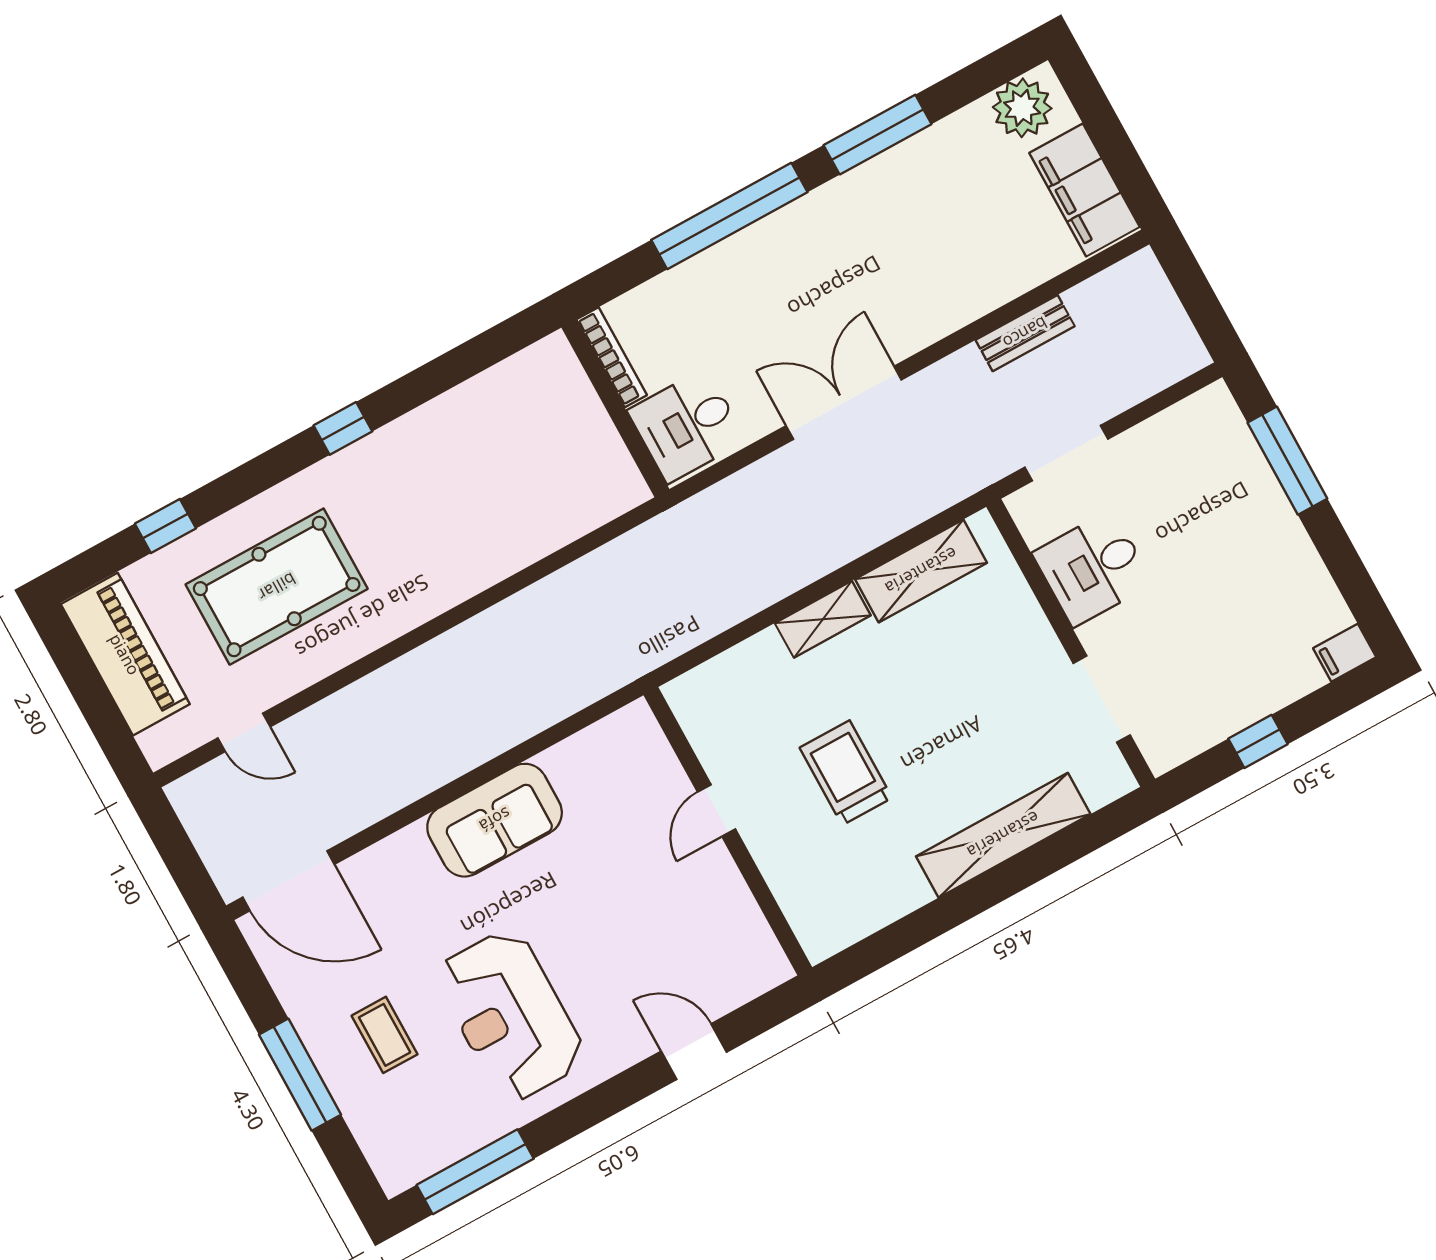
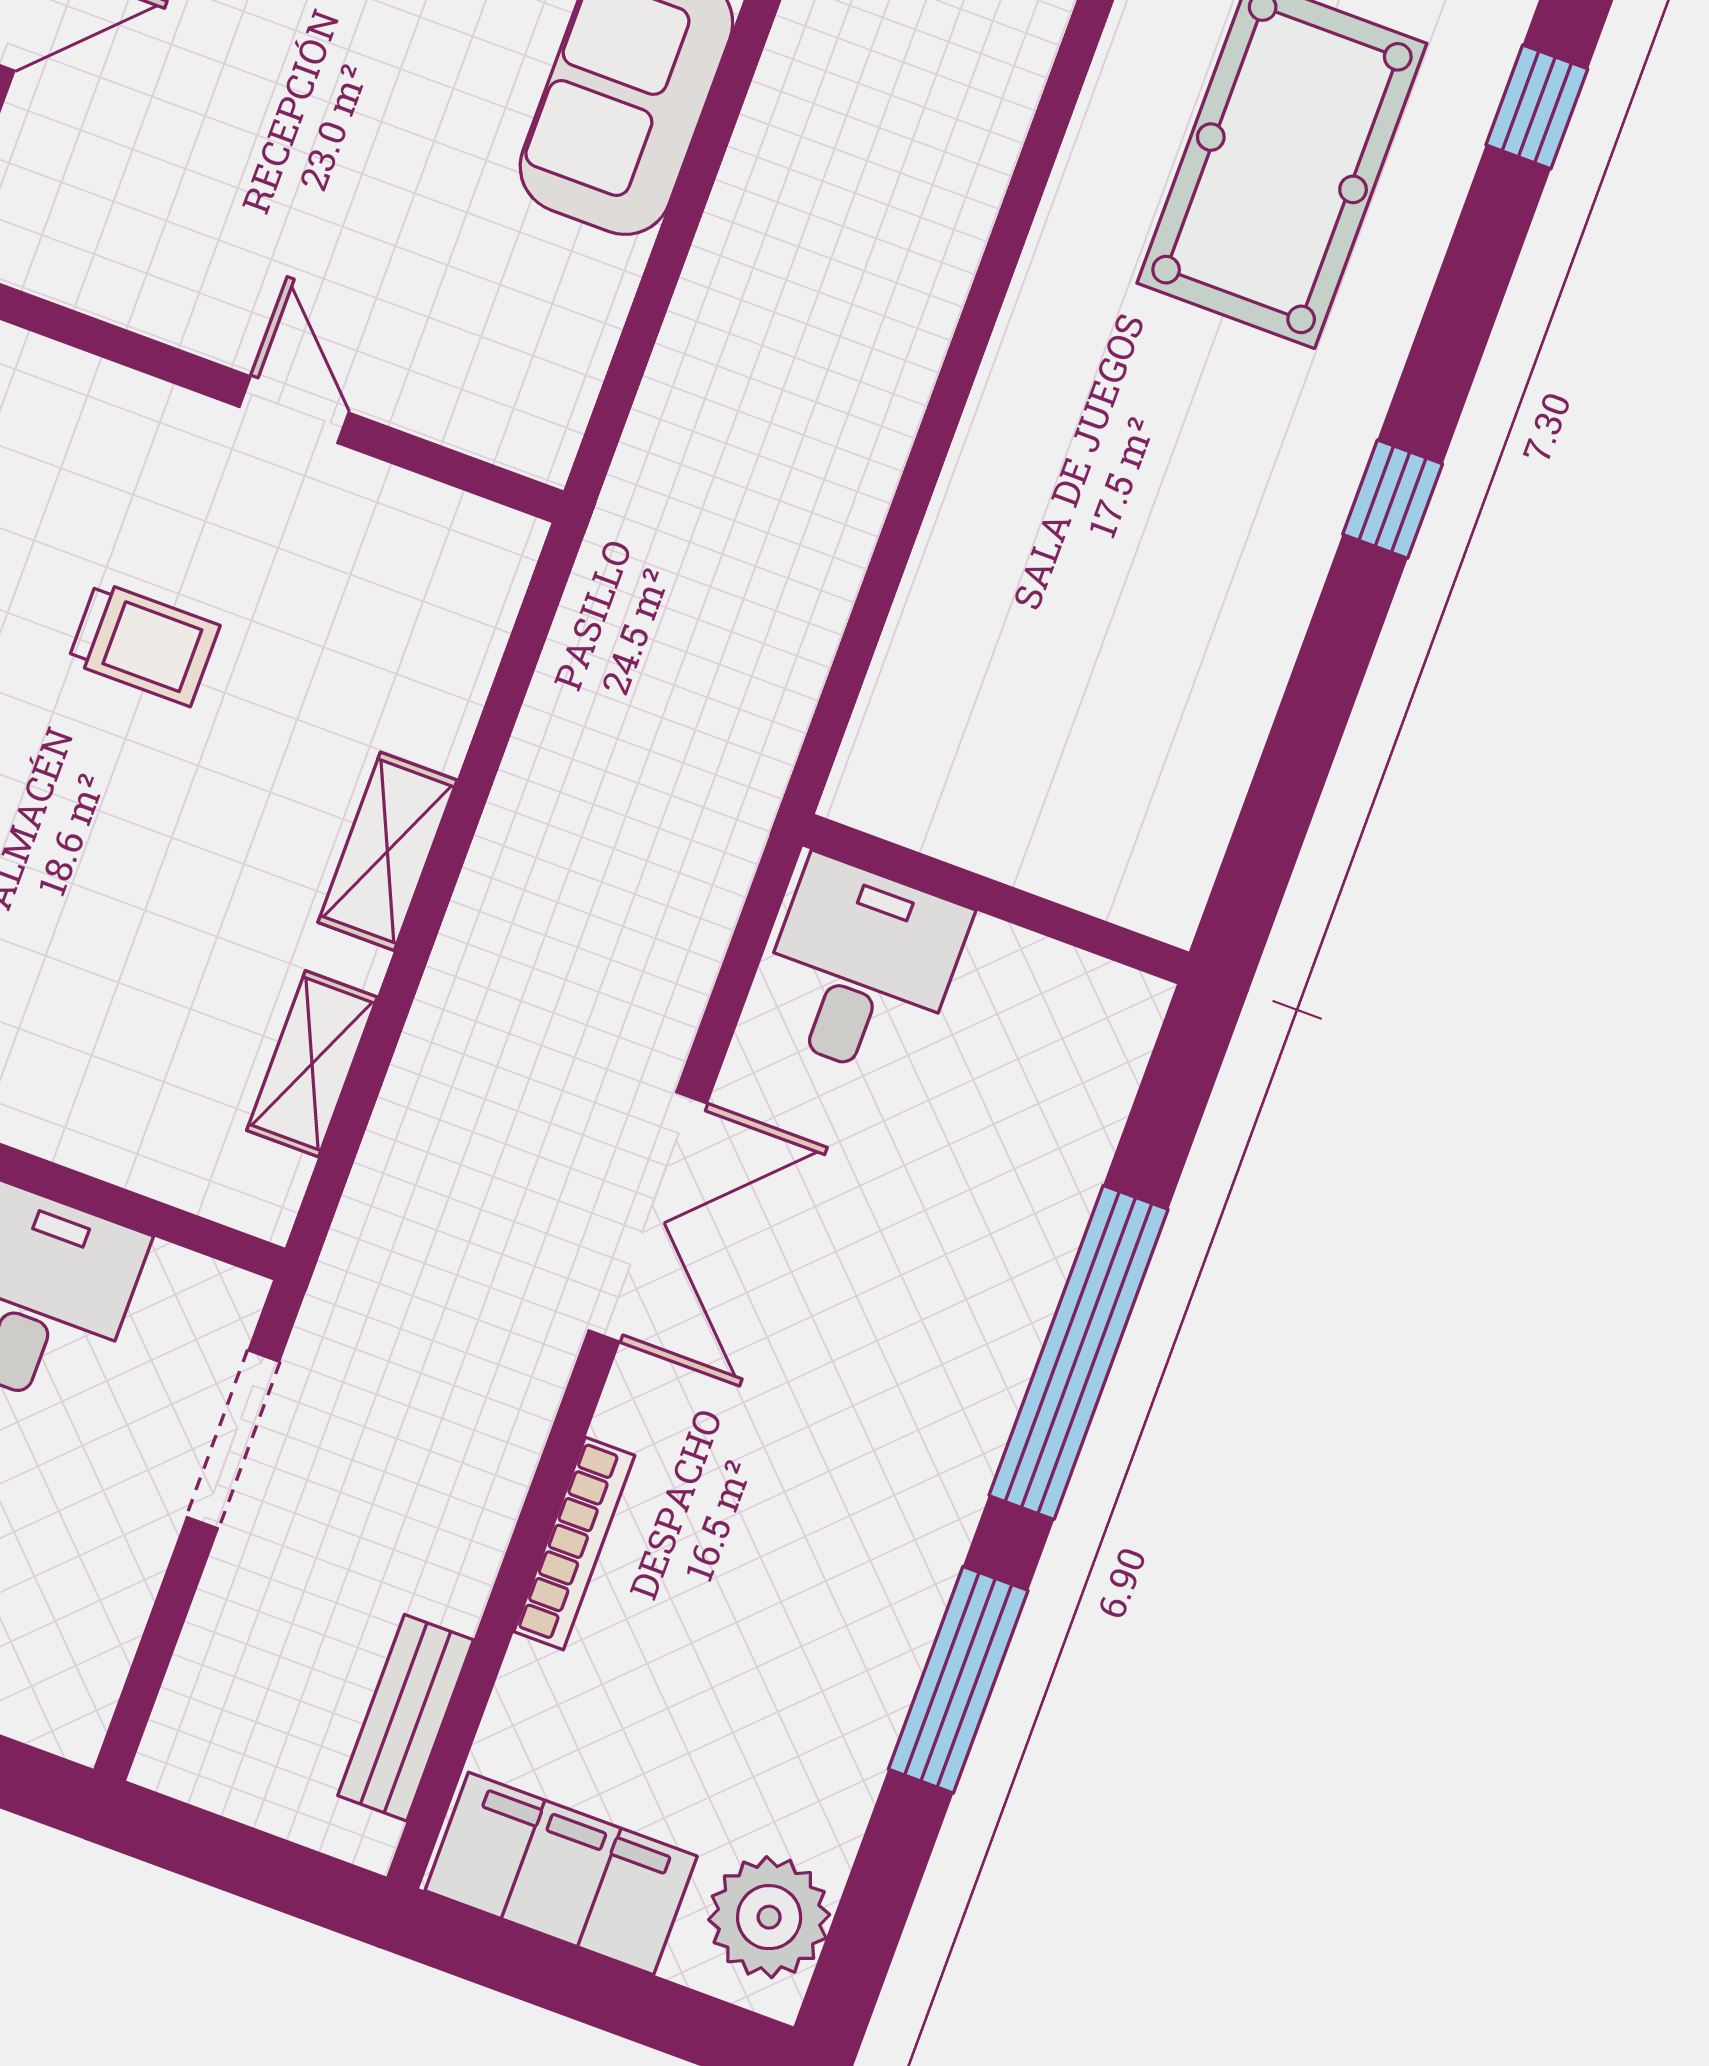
bench: (1025, 333) -> (406, 1718), moved
bookcase: (612, 357) -> (574, 1543), moved, turned -90
shelving: (921, 571) -> (312, 1064), width x0.67, depth x0.75
trolley: (846, 773) -> (144, 644), width x0.73, depth x0.72

